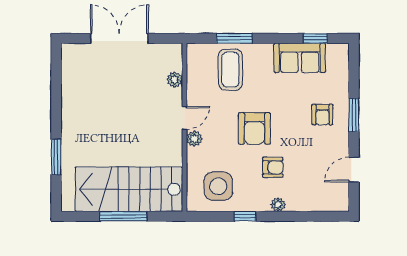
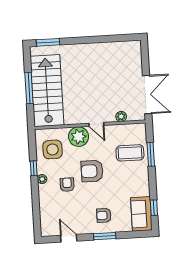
double door: (119, 38) -> (147, 95), moved
sofa: (300, 58) -> (141, 214), moved
plant: (194, 139) -> (79, 137), width x1.88, depth x1.88
window: (56, 157) -> (48, 42), moved
armchair: (273, 167) -> (67, 185), turned 180
plant: (278, 205) -> (42, 179), moved

